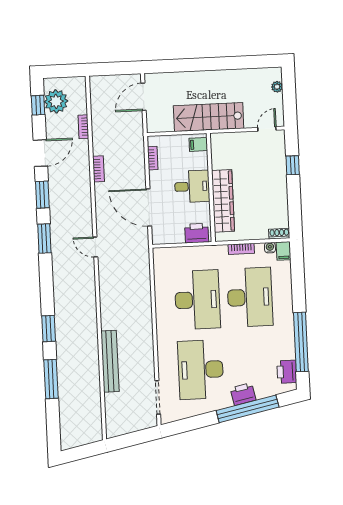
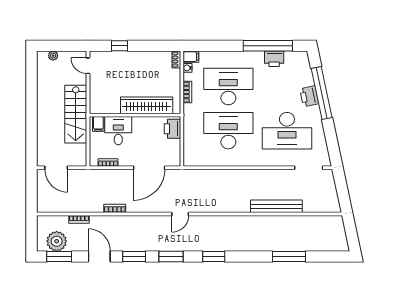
window: (38, 105) -> (59, 256), width x1.50
desk: (192, 186) -> (118, 131), moved
window: (49, 329) -> (214, 256), moved
printer: (287, 372) -> (274, 59), moved

